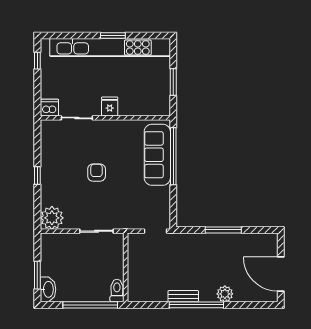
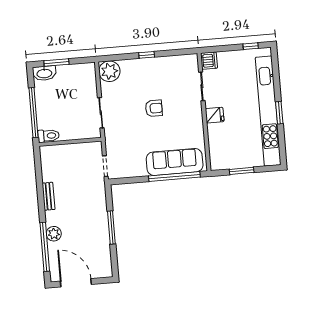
door: (281, 274) -> (76, 283), hinge flipped
window: (196, 305) -> (45, 247), moved

